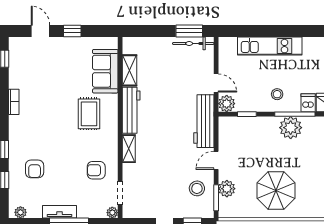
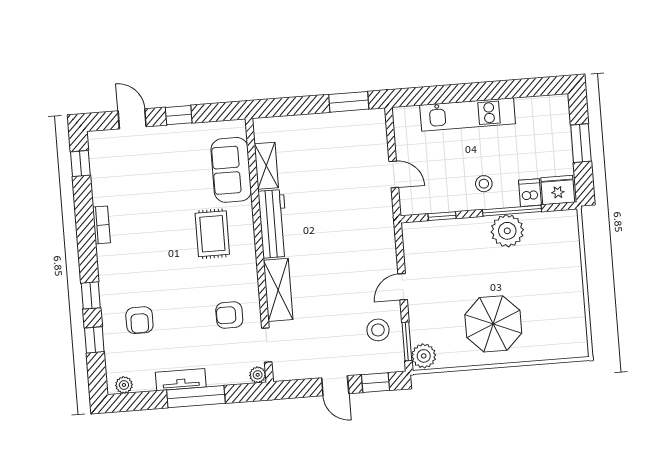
bicycle: (193, 43) -> (356, 119), removed
plant: (227, 104) -> (411, 203), removed
workbench: (204, 121) -> (380, 231), removed
shelving: (129, 149) -> (278, 290), width x1.50, depth x1.33
plant: (227, 189) -> (424, 356), moved

